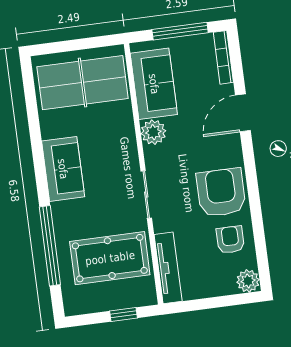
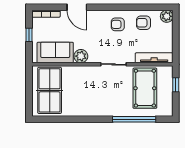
window: (180, 31) -> (29, 35), width x0.46
sofa: (63, 169) -> (94, 107), removed
armchair: (221, 193) -> (118, 24), width x0.53, depth x0.53

